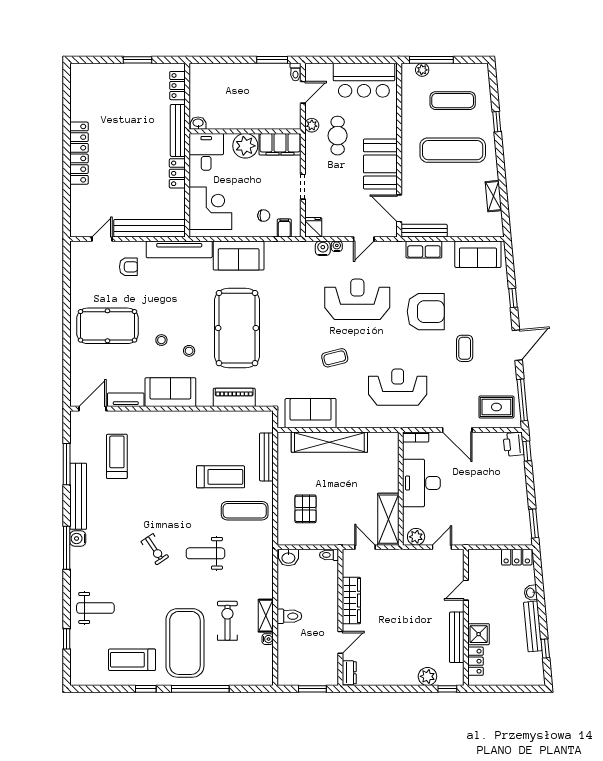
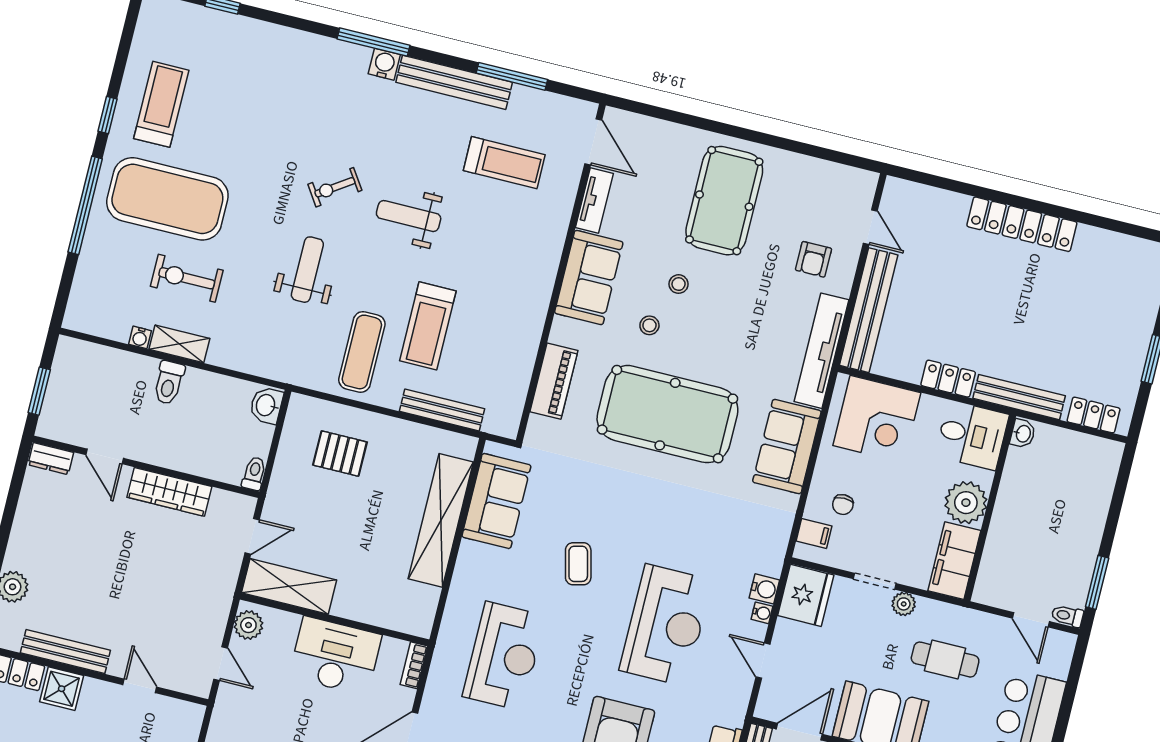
plant: (312, 125) -> (904, 604), moved
fridge: (313, 227) -> (806, 595), width x1.88, depth x1.34
weight bench: (95, 608) -> (409, 216), moved, turned 90
exercise bike: (227, 621) -> (187, 278), turned 180

